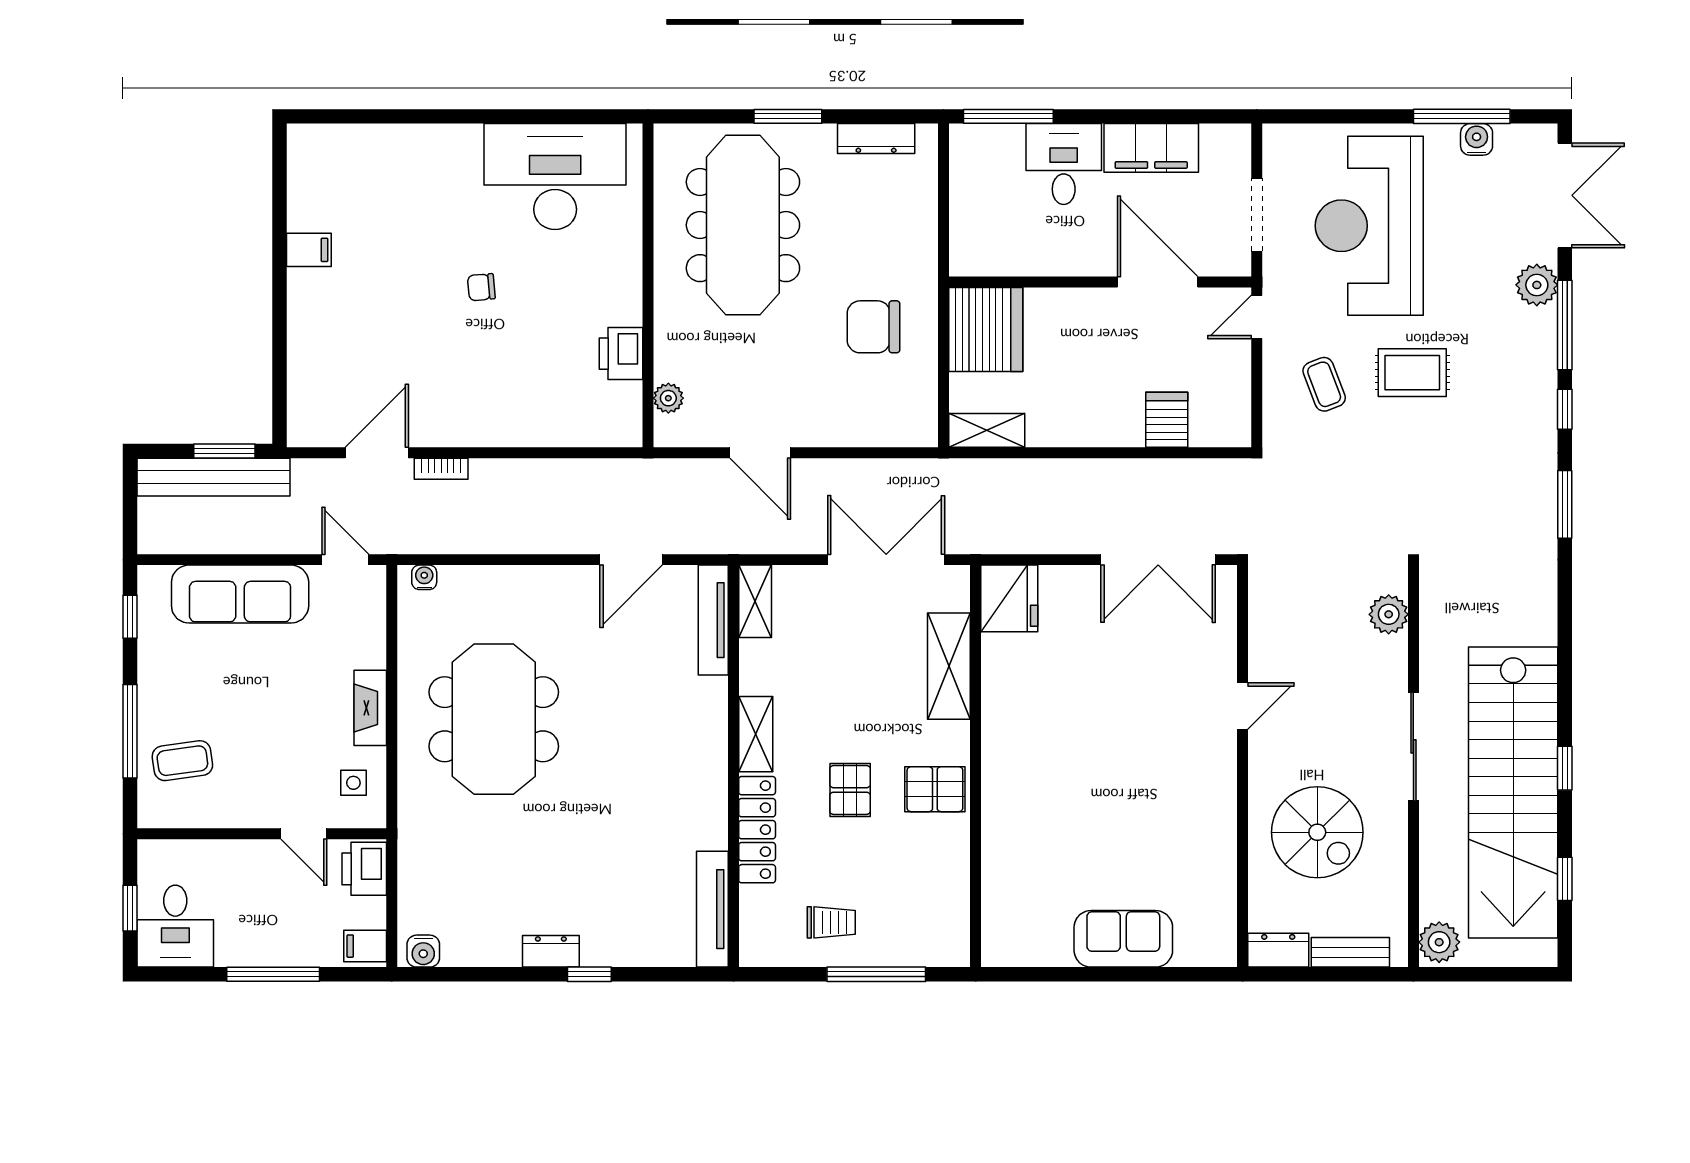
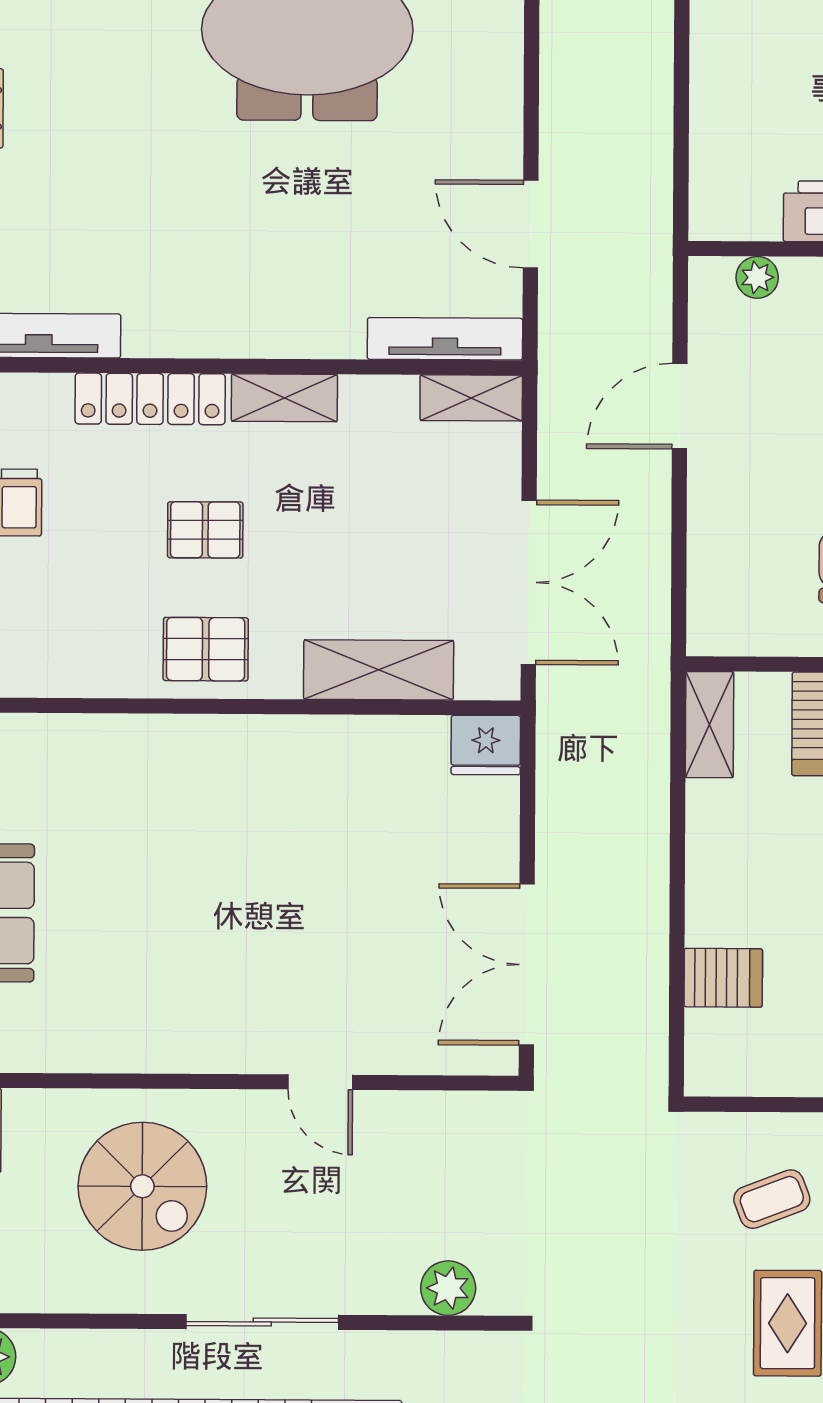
fridge: (1009, 598) -> (486, 745), width x0.73, depth x0.75
pallet: (935, 789) -> (206, 649), turned 90
spiral stairs: (1317, 832) -> (142, 1186), turned -90

